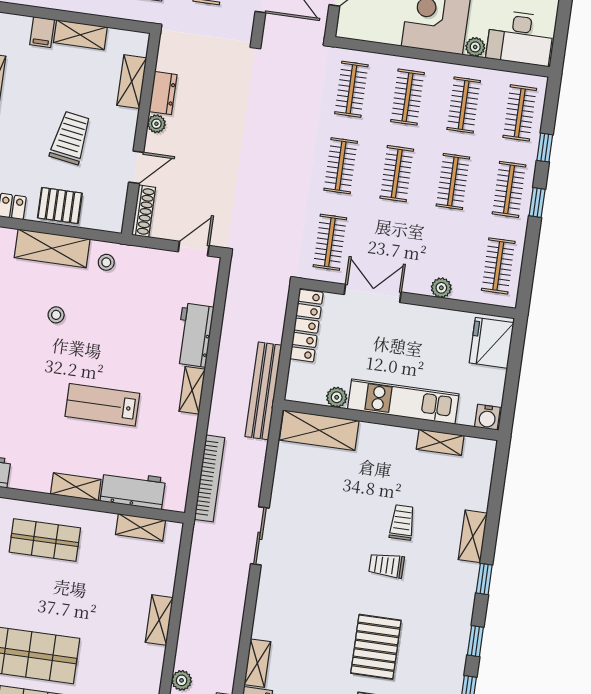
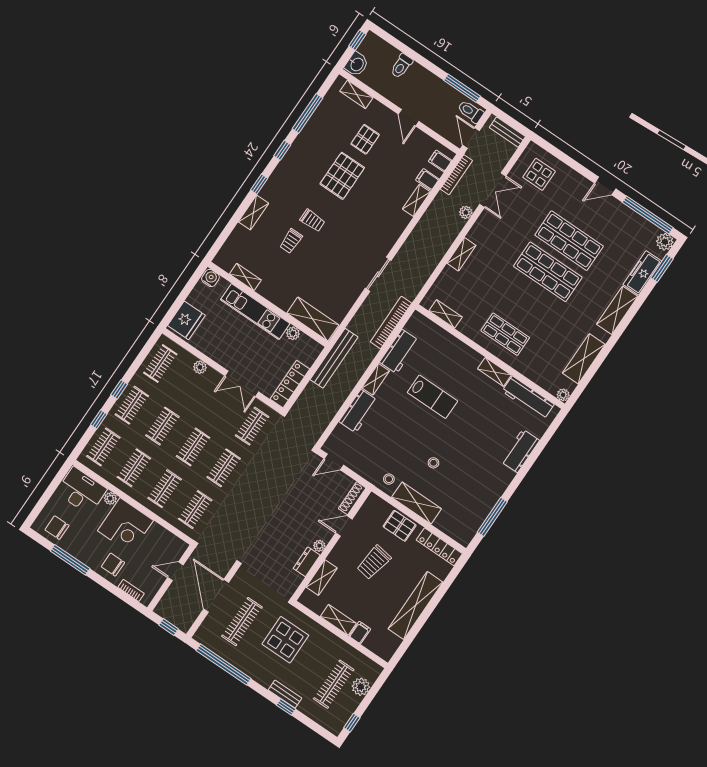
shelving: (76, 487) -> (494, 372), moved
workbench: (133, 490) -> (399, 351), moved, turned -90

